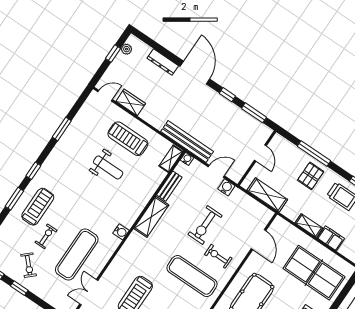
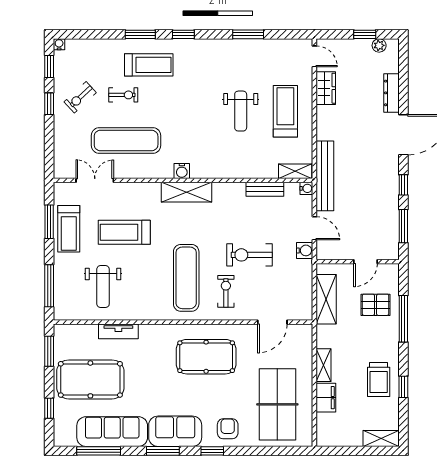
pallet: (311, 176) -> (376, 305), moved
shelving: (151, 217) -> (187, 192), moved

